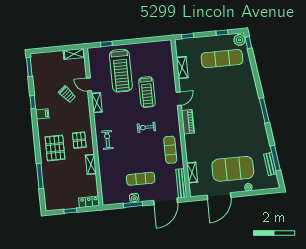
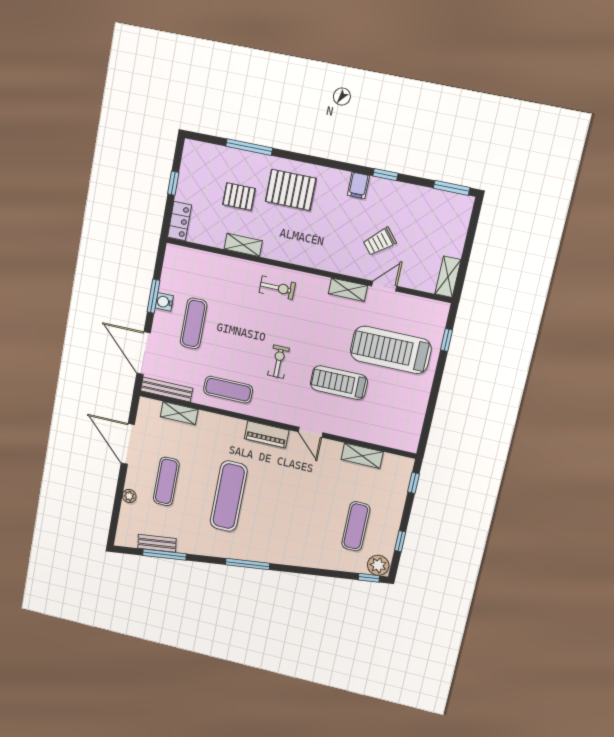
exercise mat: (222, 59) -> (356, 526), width x0.73, depth x0.69
exercise mat: (229, 132) -> (229, 496), added
pallet: (79, 140) -> (239, 196), moved
exercise mat: (233, 169) -> (166, 481), width x0.50, depth x0.69

